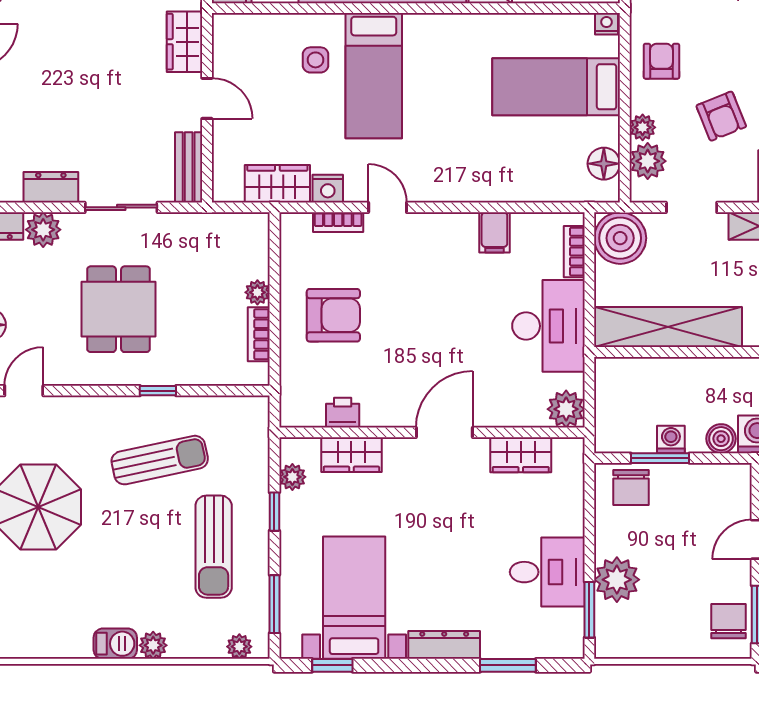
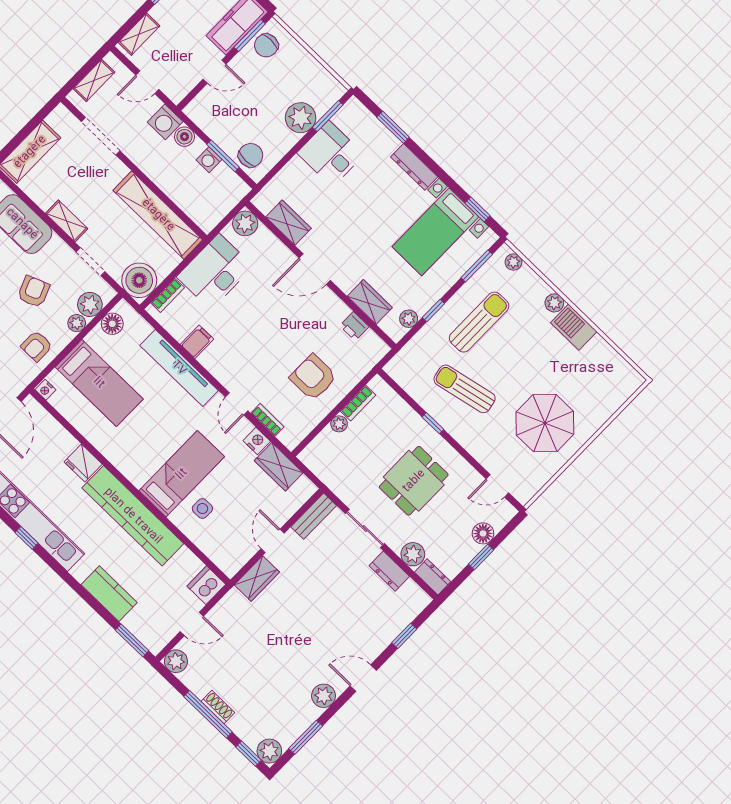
tv unit: (486, 186) -> (179, 368), added
barbecue: (115, 644) -> (574, 327), width x1.38, depth x1.27

